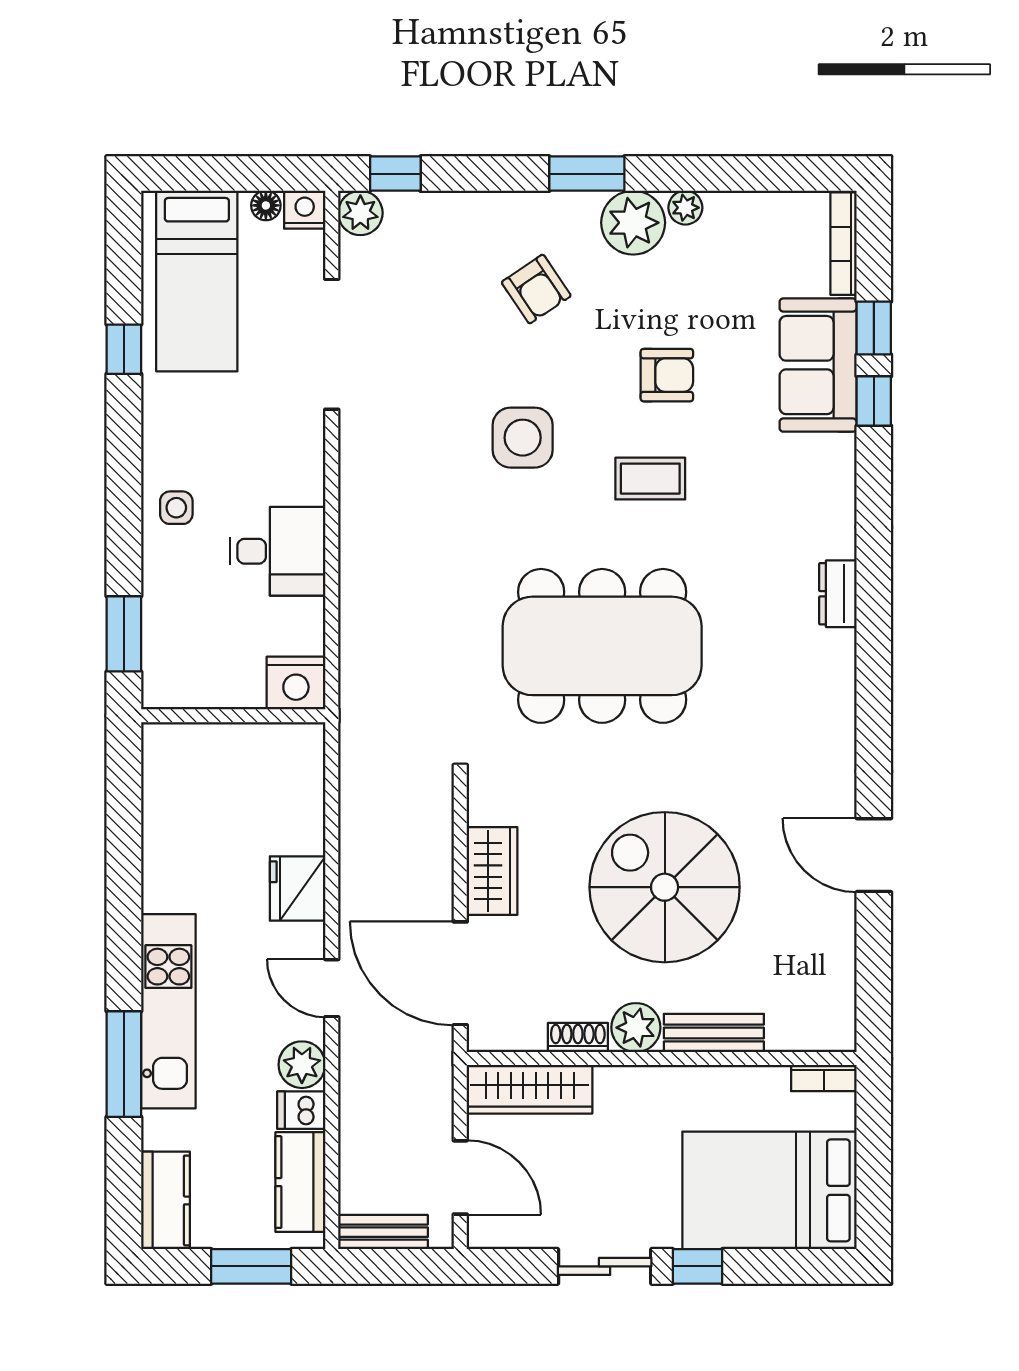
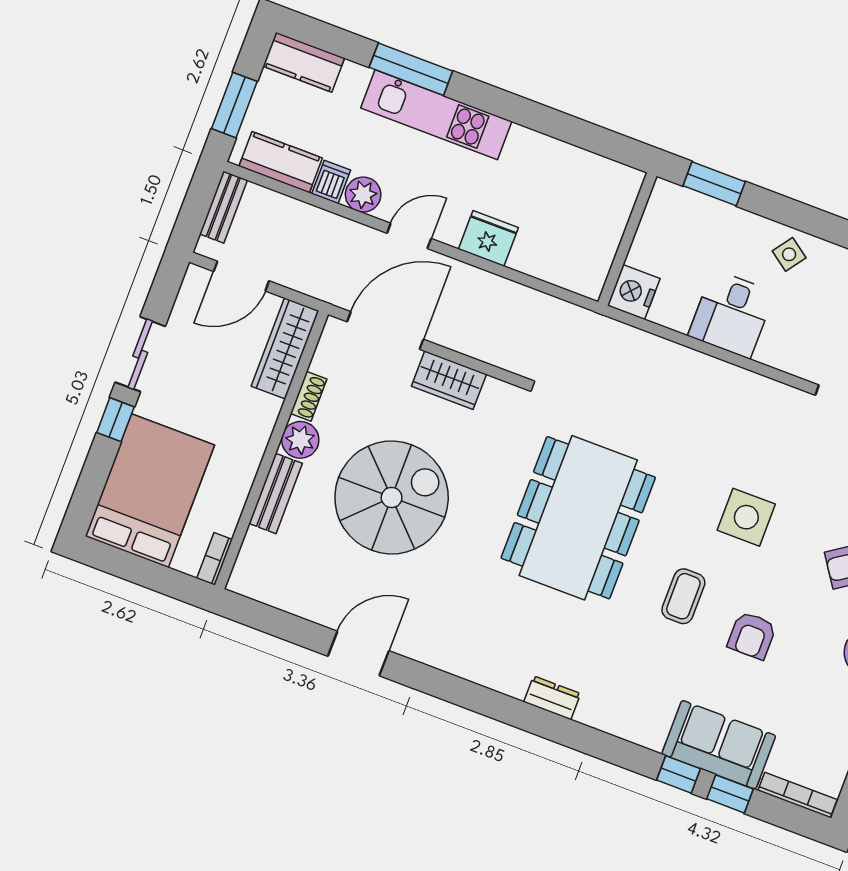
side table: (176, 508) -> (789, 254), turned 36

